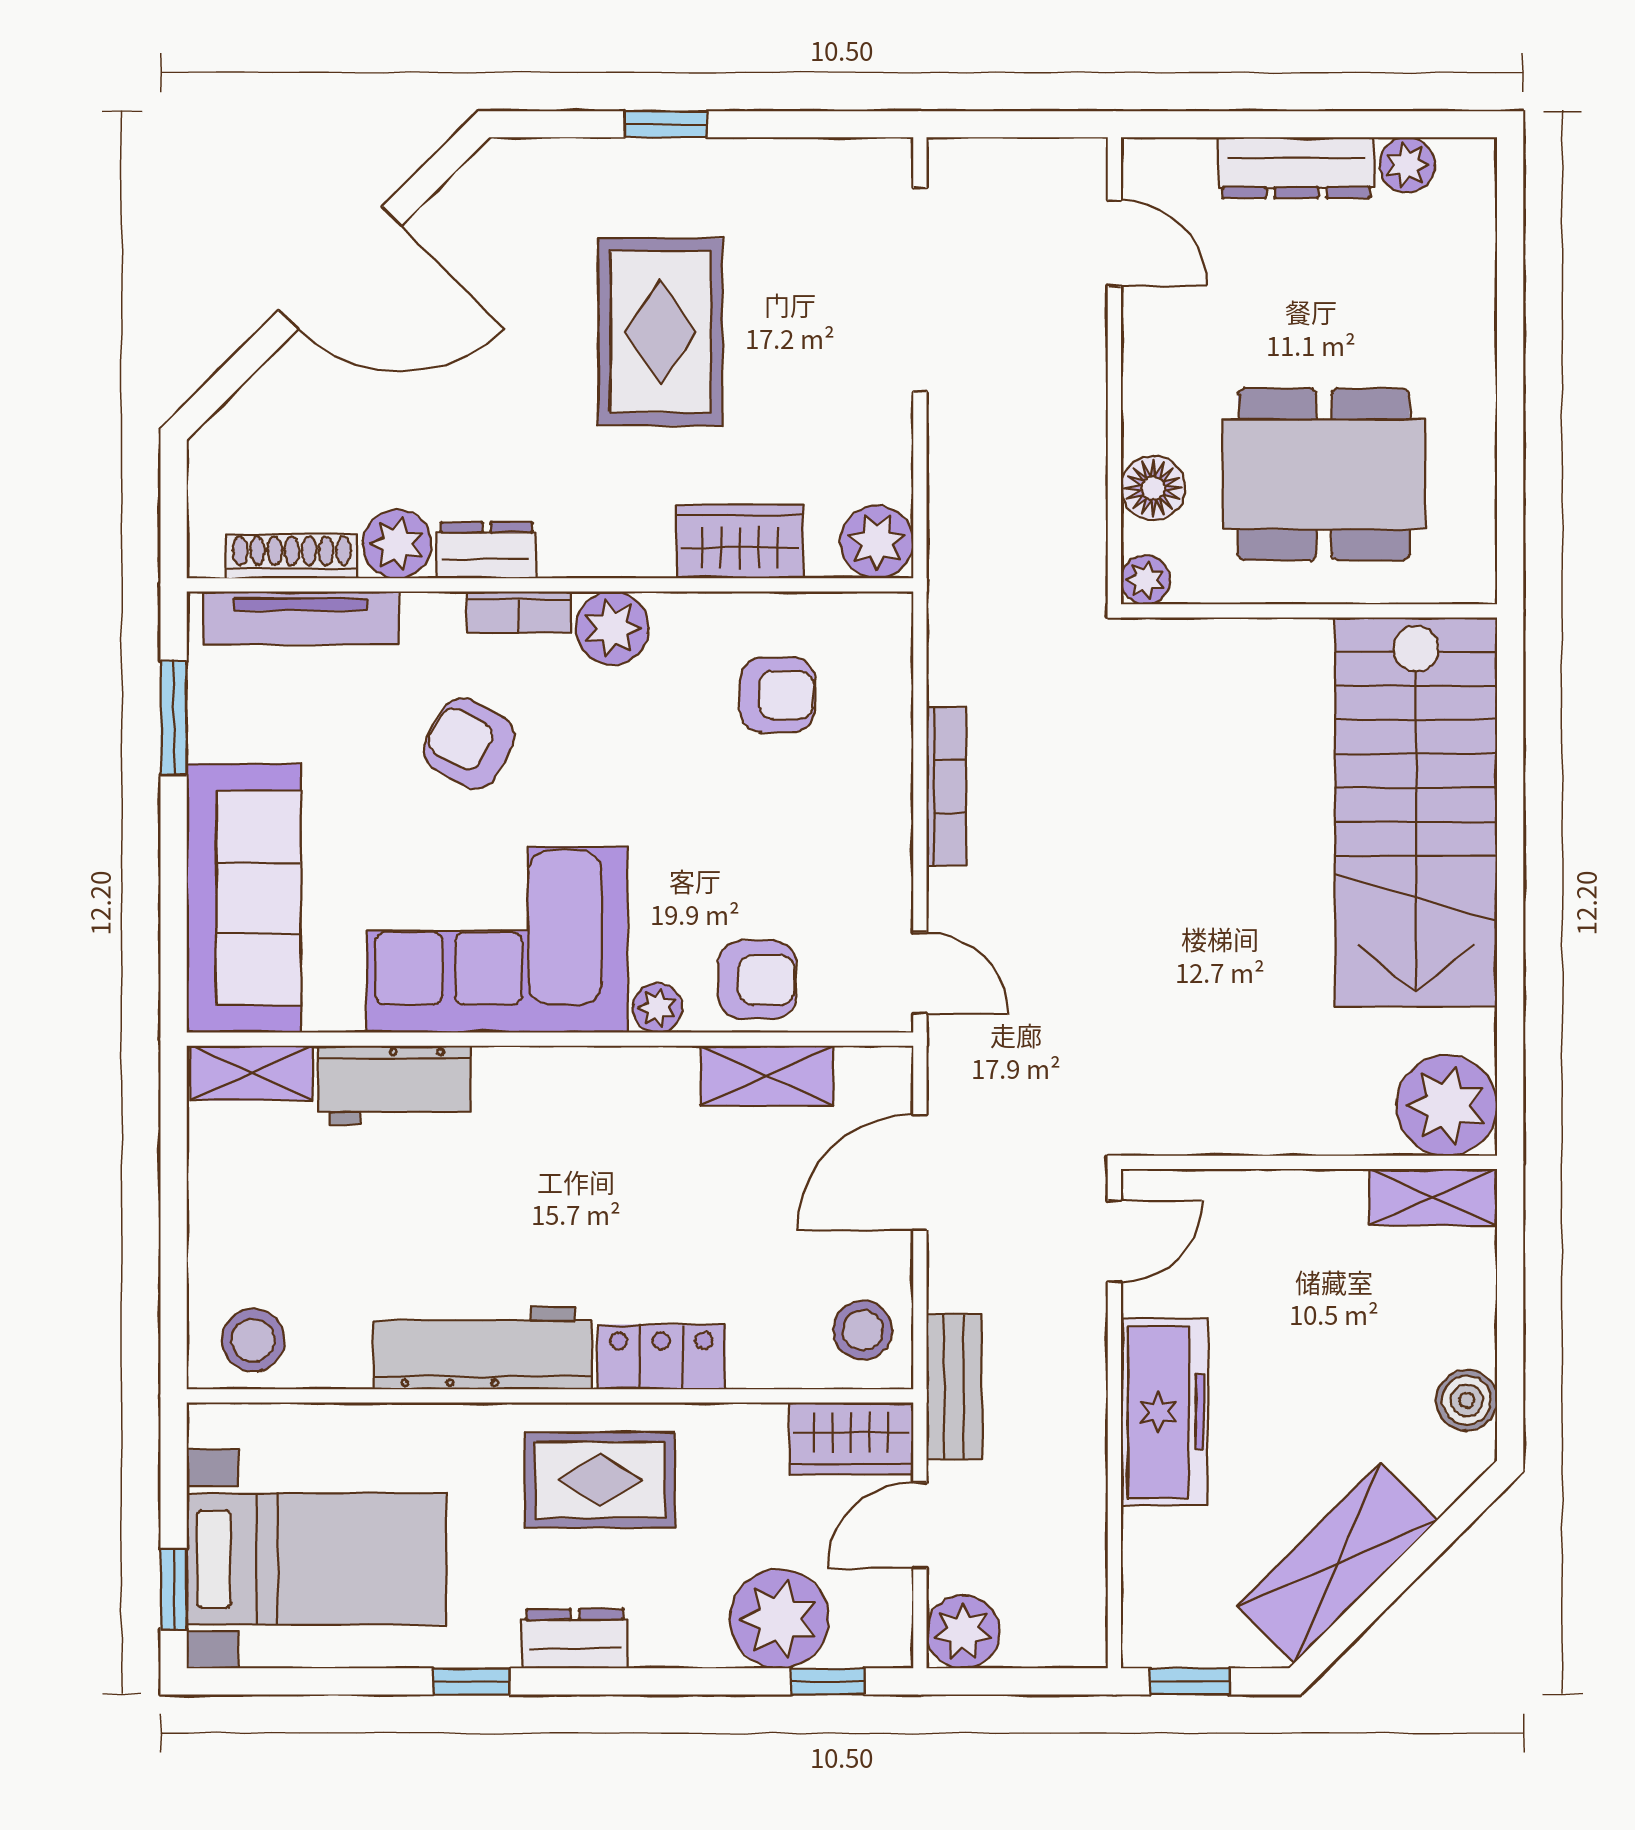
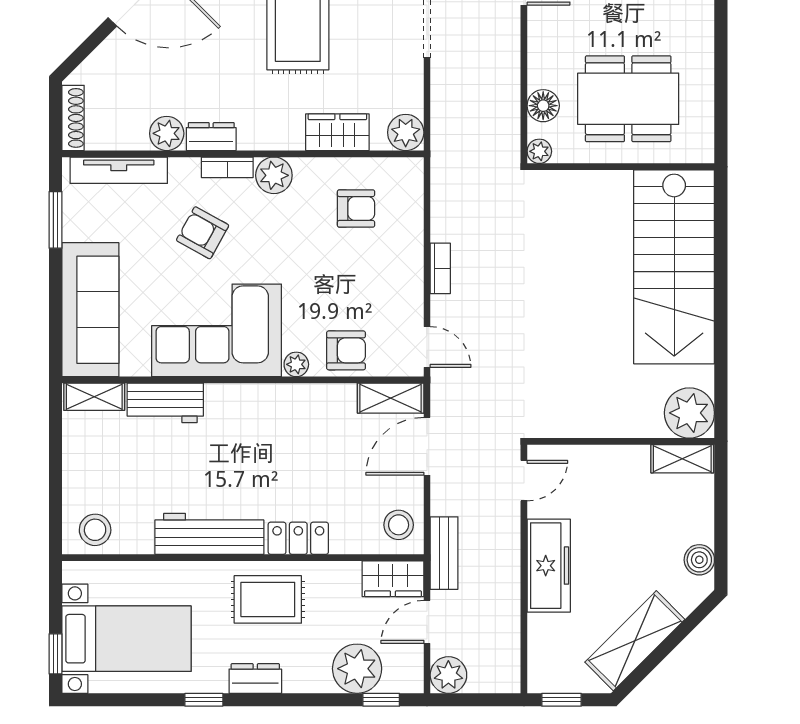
shoe rack: (292, 556) -> (73, 118), moved, turned 90
bookcase: (947, 787) -> (440, 268), width x0.64
shelving: (767, 1076) -> (391, 398), moved

